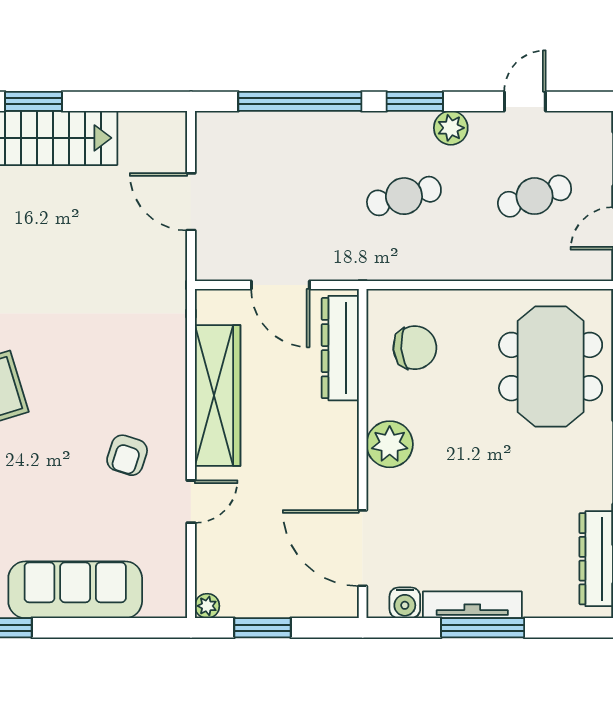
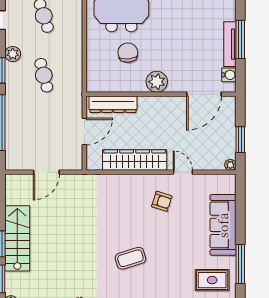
chair: (415, 348) -> (128, 53), moved

